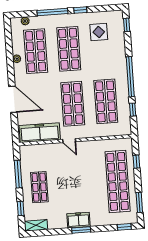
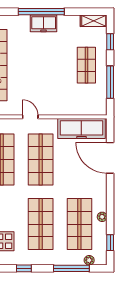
window: (52, 12) -> (71, 268), moved
window: (8, 37) -> (110, 243), added
door: (13, 99) -> (110, 158), moved
door: (69, 141) -> (30, 117), moved
window: (81, 230) -> (41, 12), width x2.11

